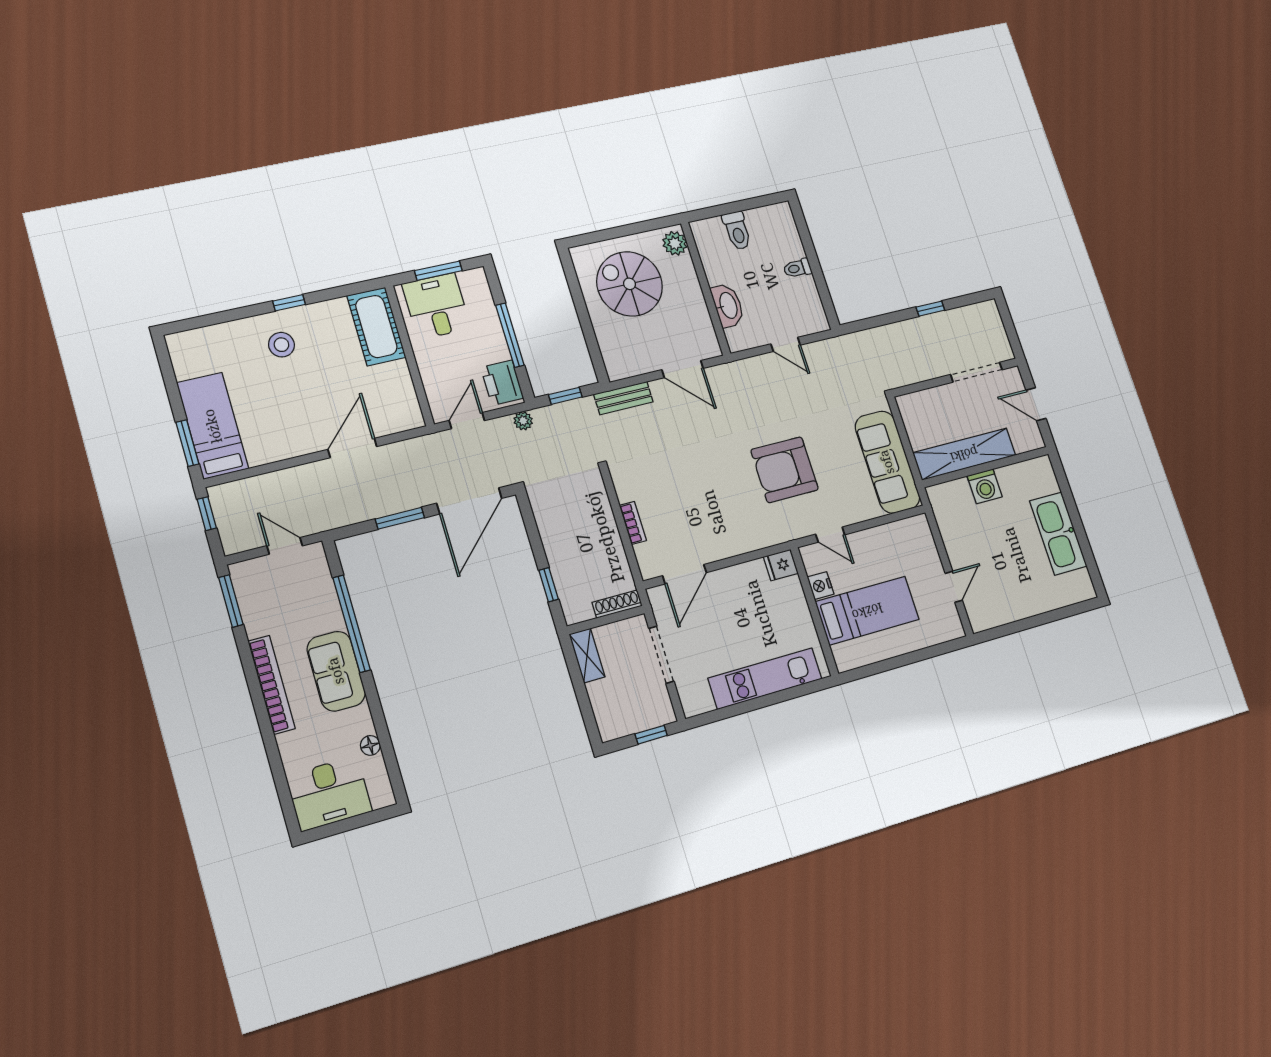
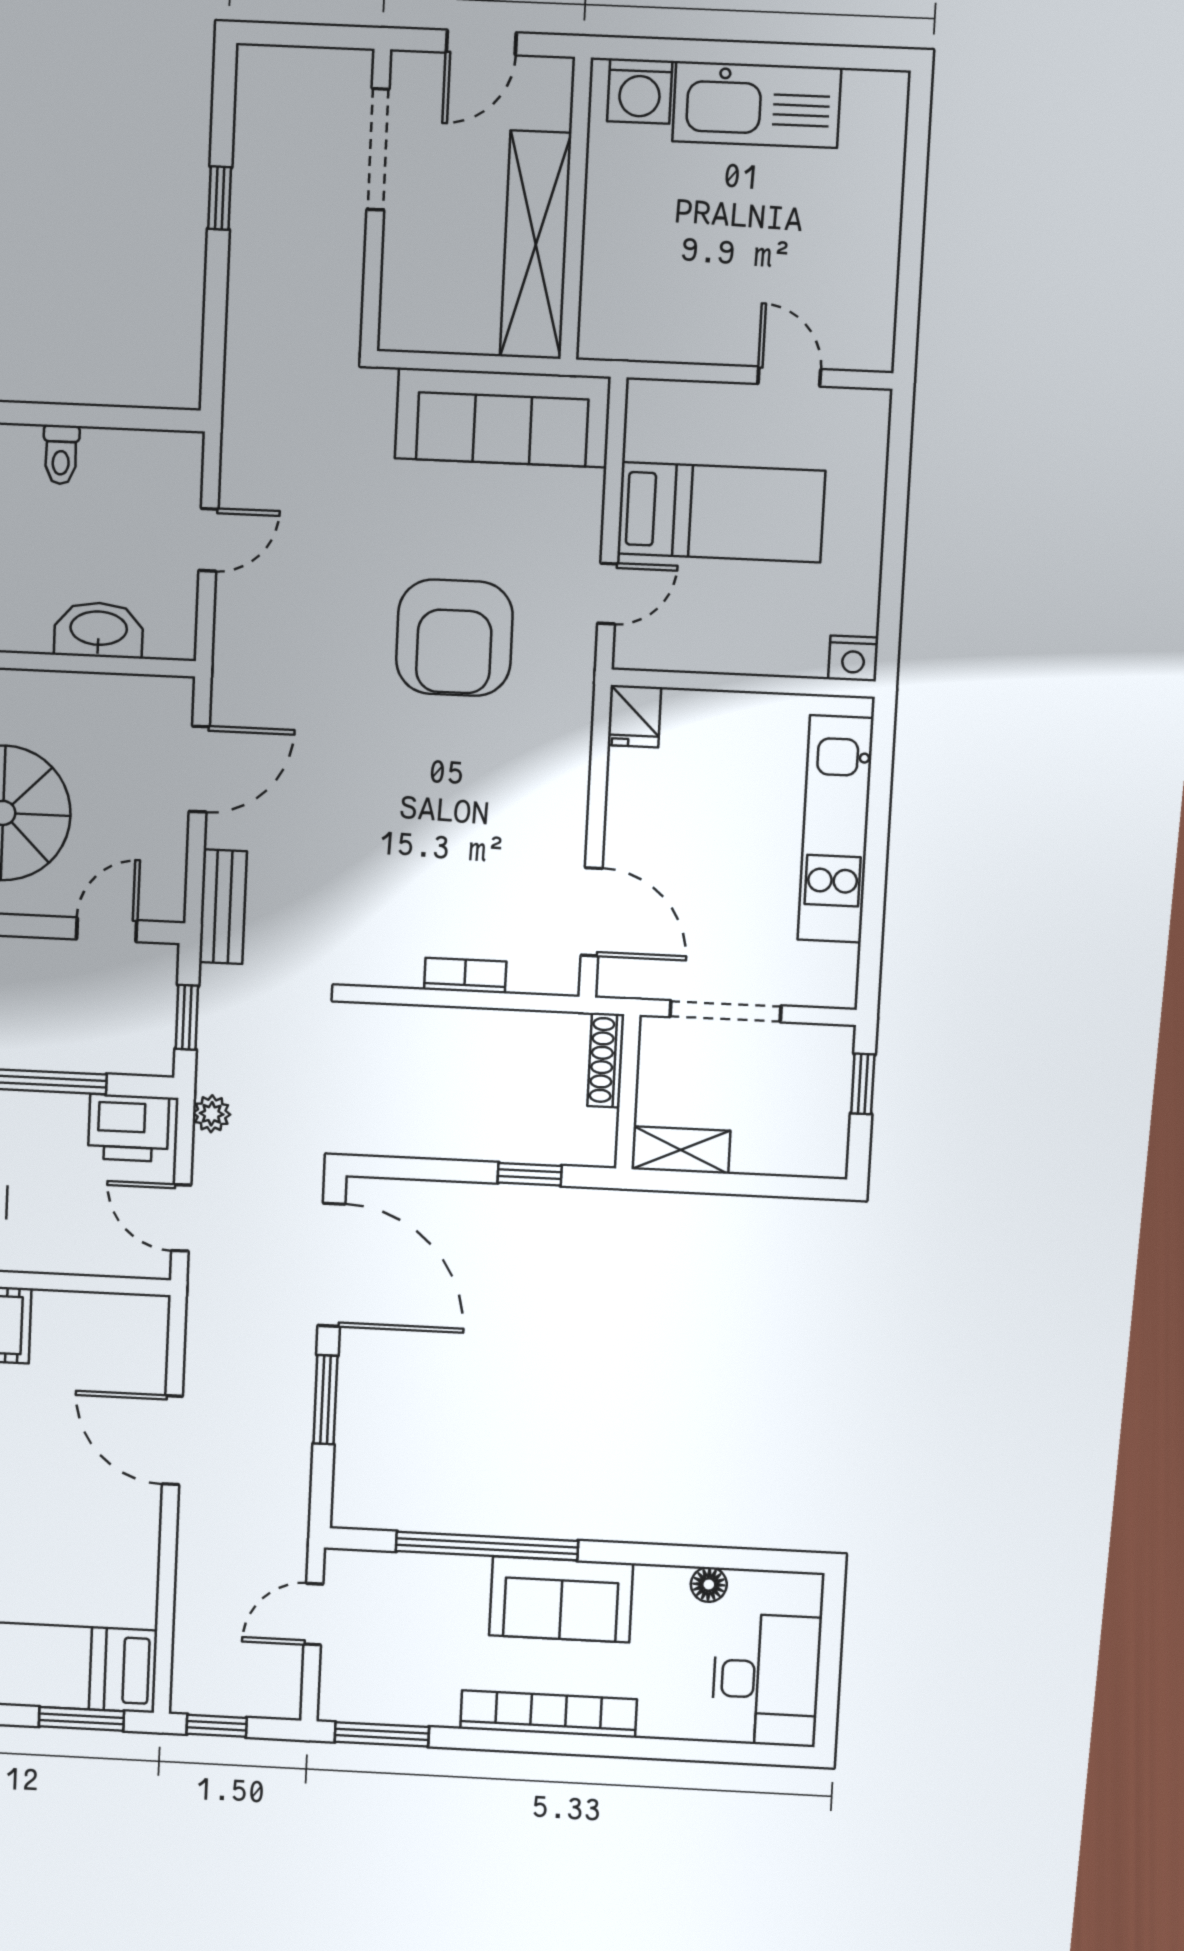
door: (593, 346) -> (107, 930), added
washing machine: (985, 486) -> (640, 91), moved, turned 90
nightstand: (821, 586) -> (853, 658), moved
bed: (867, 611) -> (721, 512), moved, turned 90

